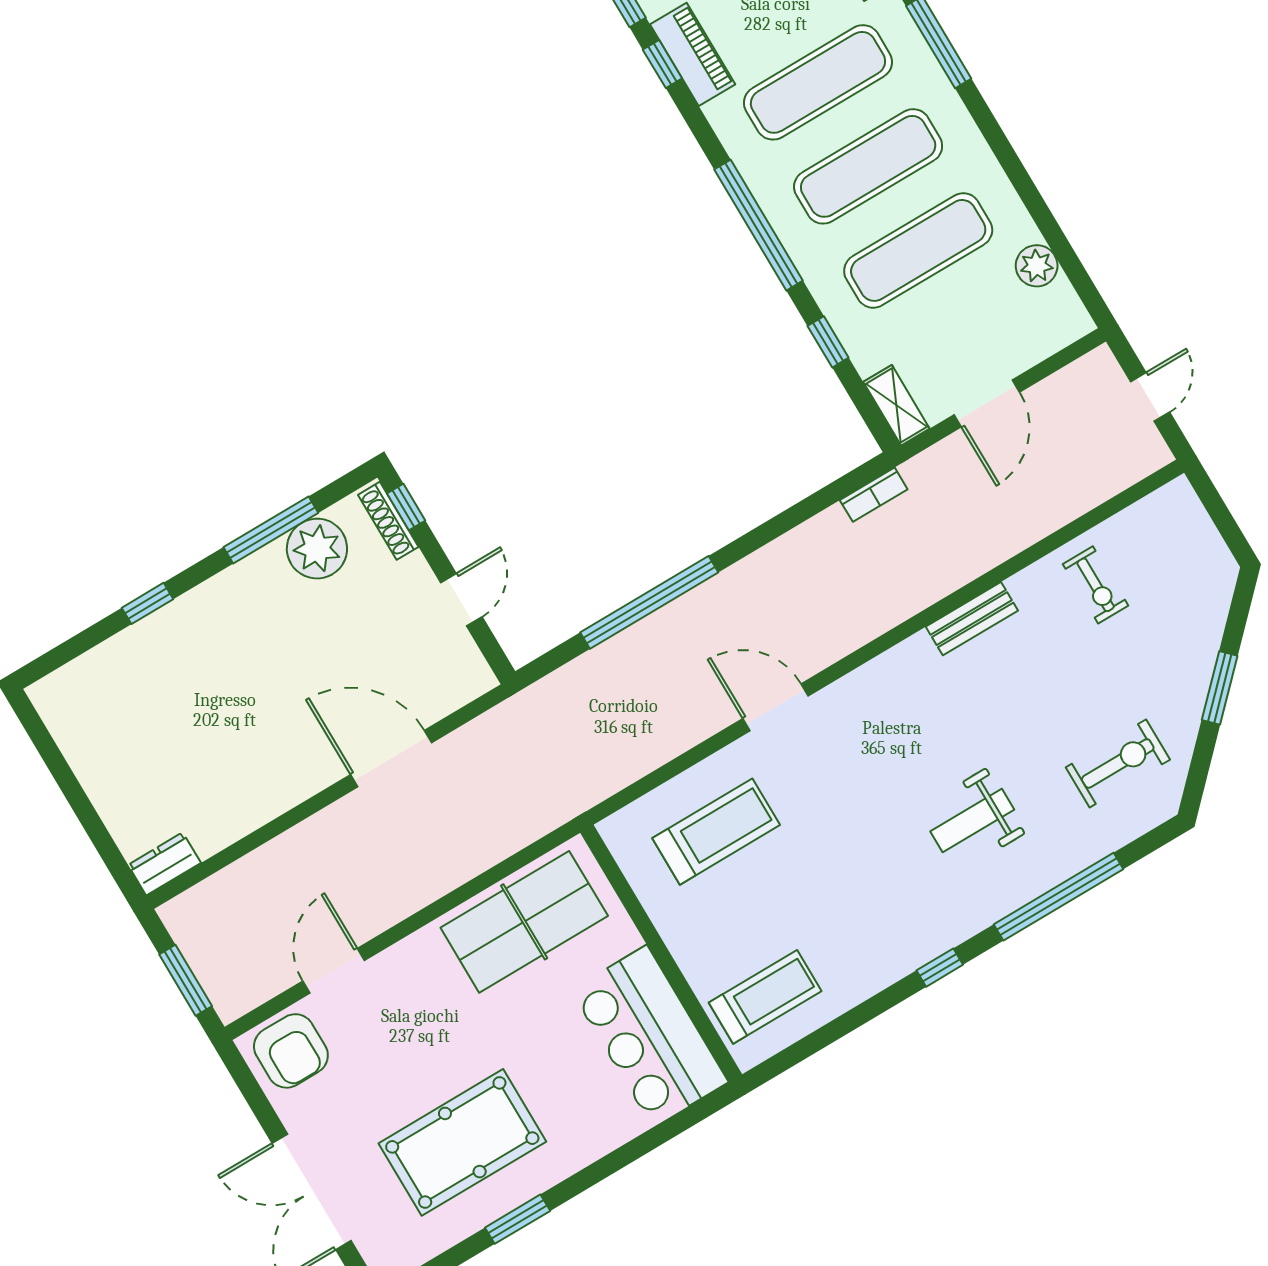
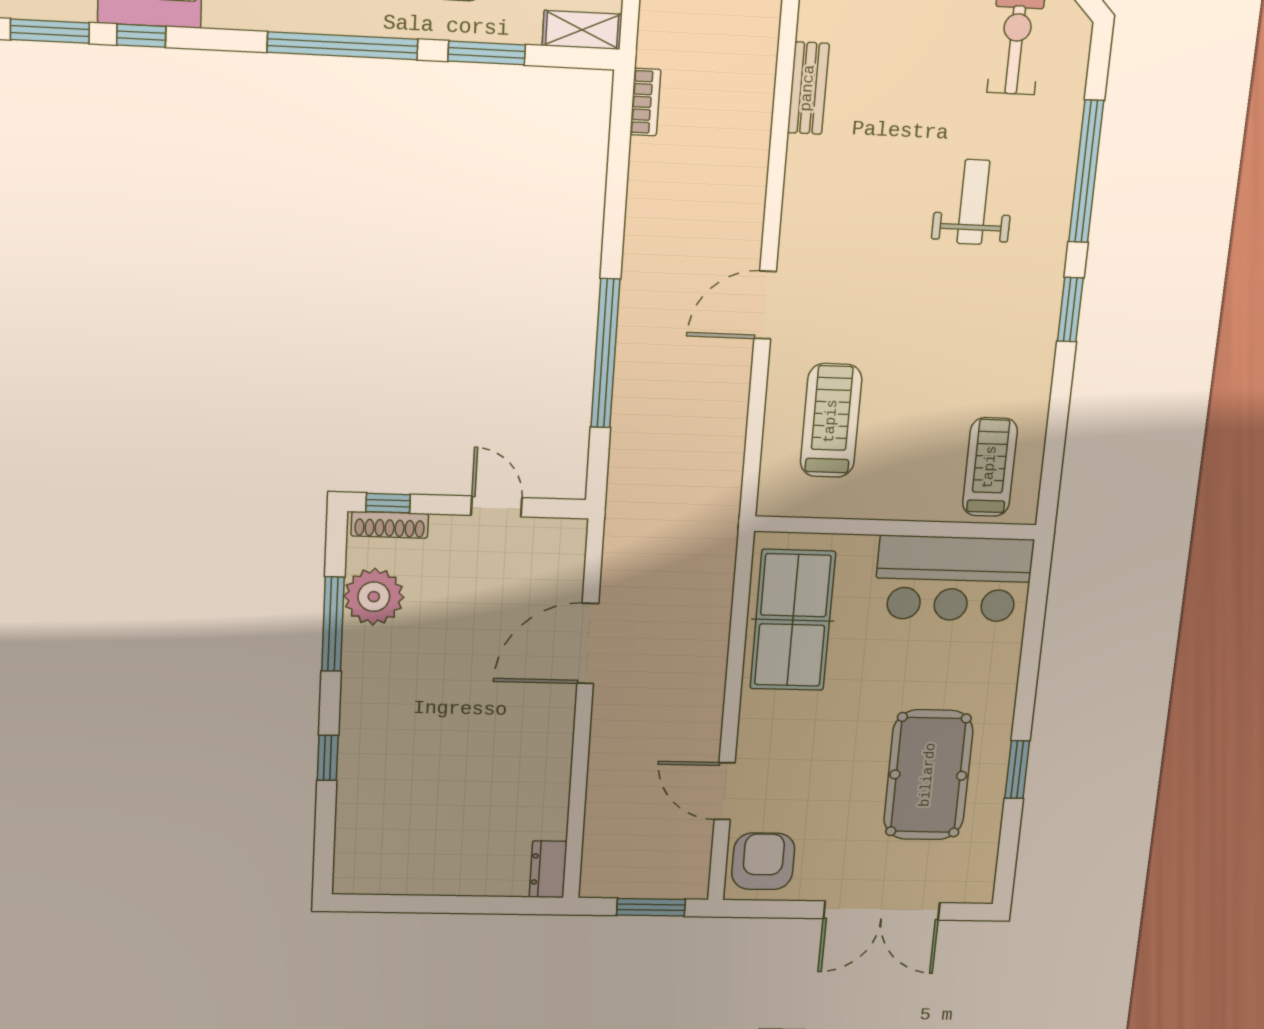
window: (828, 342) -> (487, 53), width x1.50
weight bench: (972, 820) -> (973, 202), turned 180
window: (940, 968) -> (1070, 310), width x1.50
armchair: (291, 1051) -> (763, 861), turned -90

